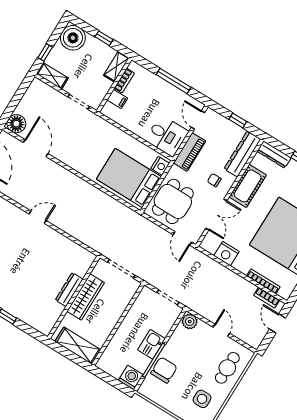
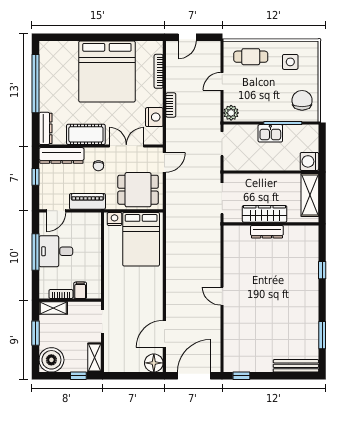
window: (104, 38) -> (36, 333), width x1.50
desk: (167, 136) -> (56, 251), moved, turned -90
bookcase: (267, 298) -> (171, 105), moved
chair: (164, 370) -> (302, 100), moved, turned 90
washing machine: (131, 378) -> (309, 161), moved

